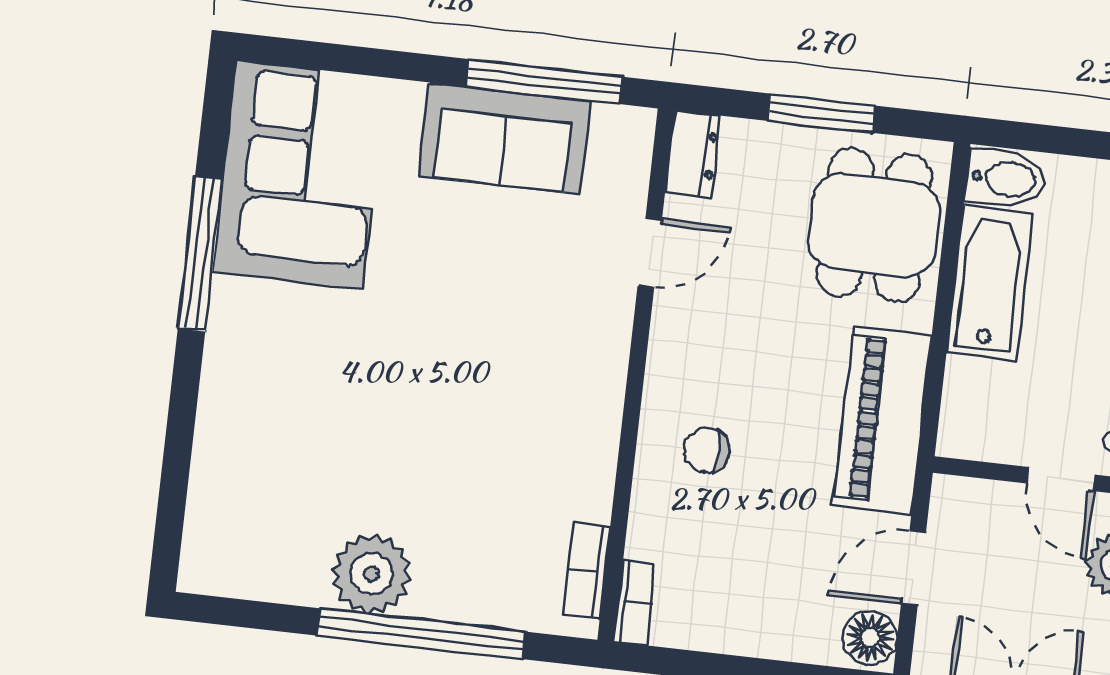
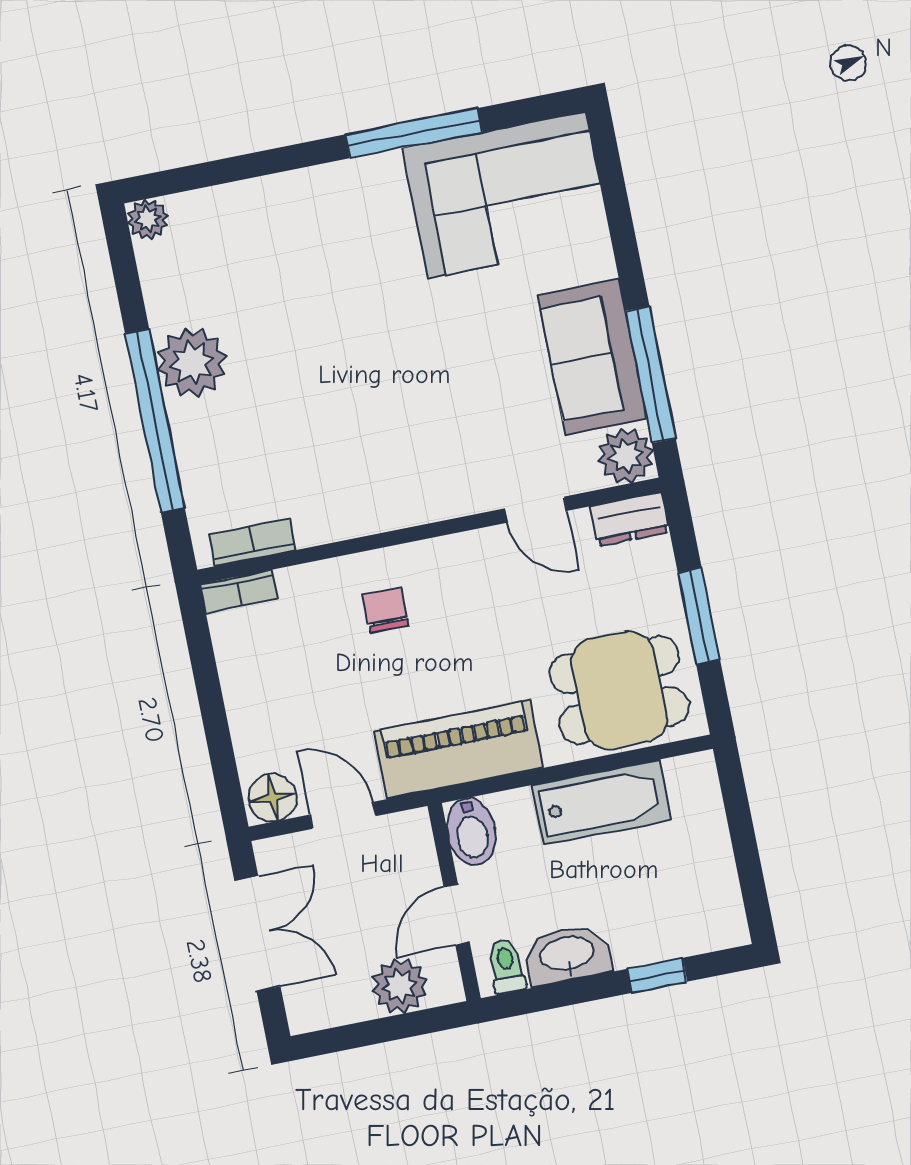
plant: (623, 136) -> (626, 456), added
bidet: (1005, 179) -> (471, 832), moved
plant: (201, 571) -> (148, 219), added

